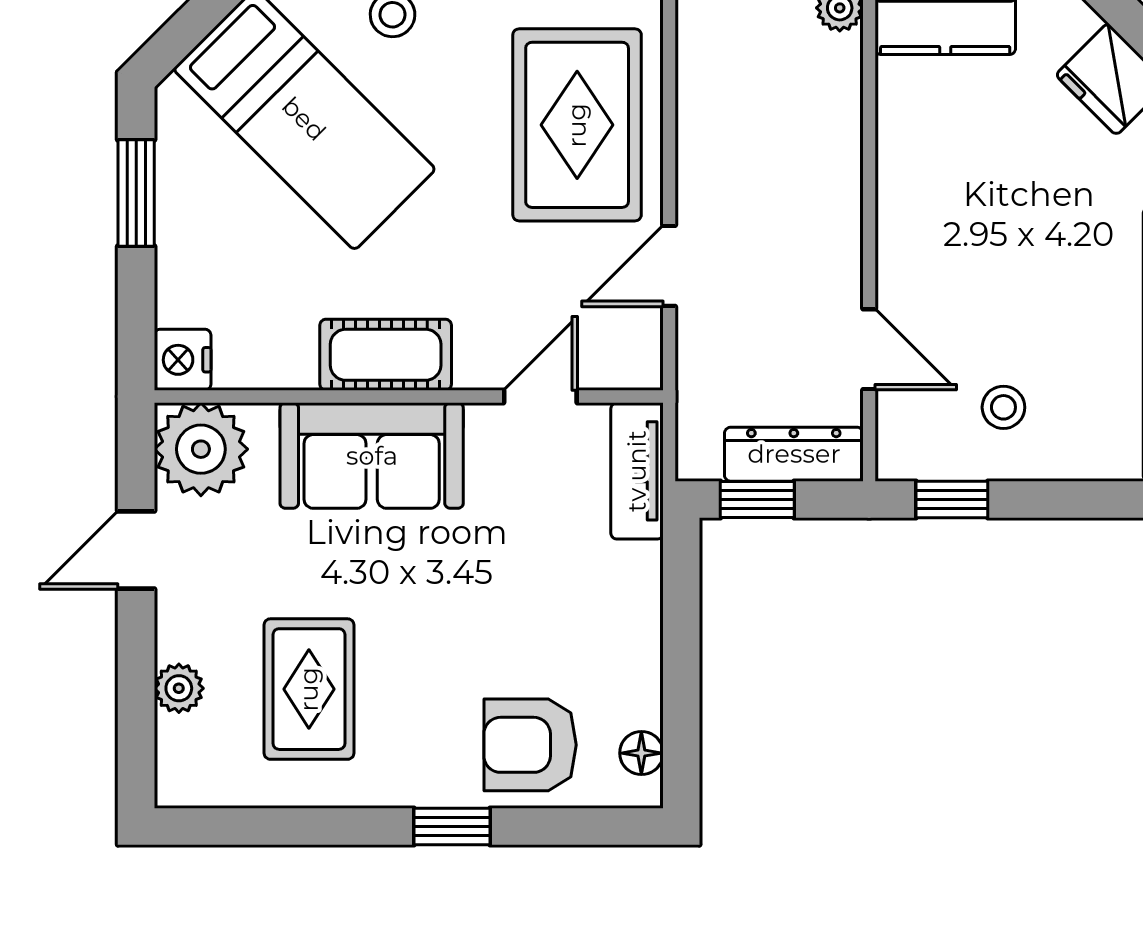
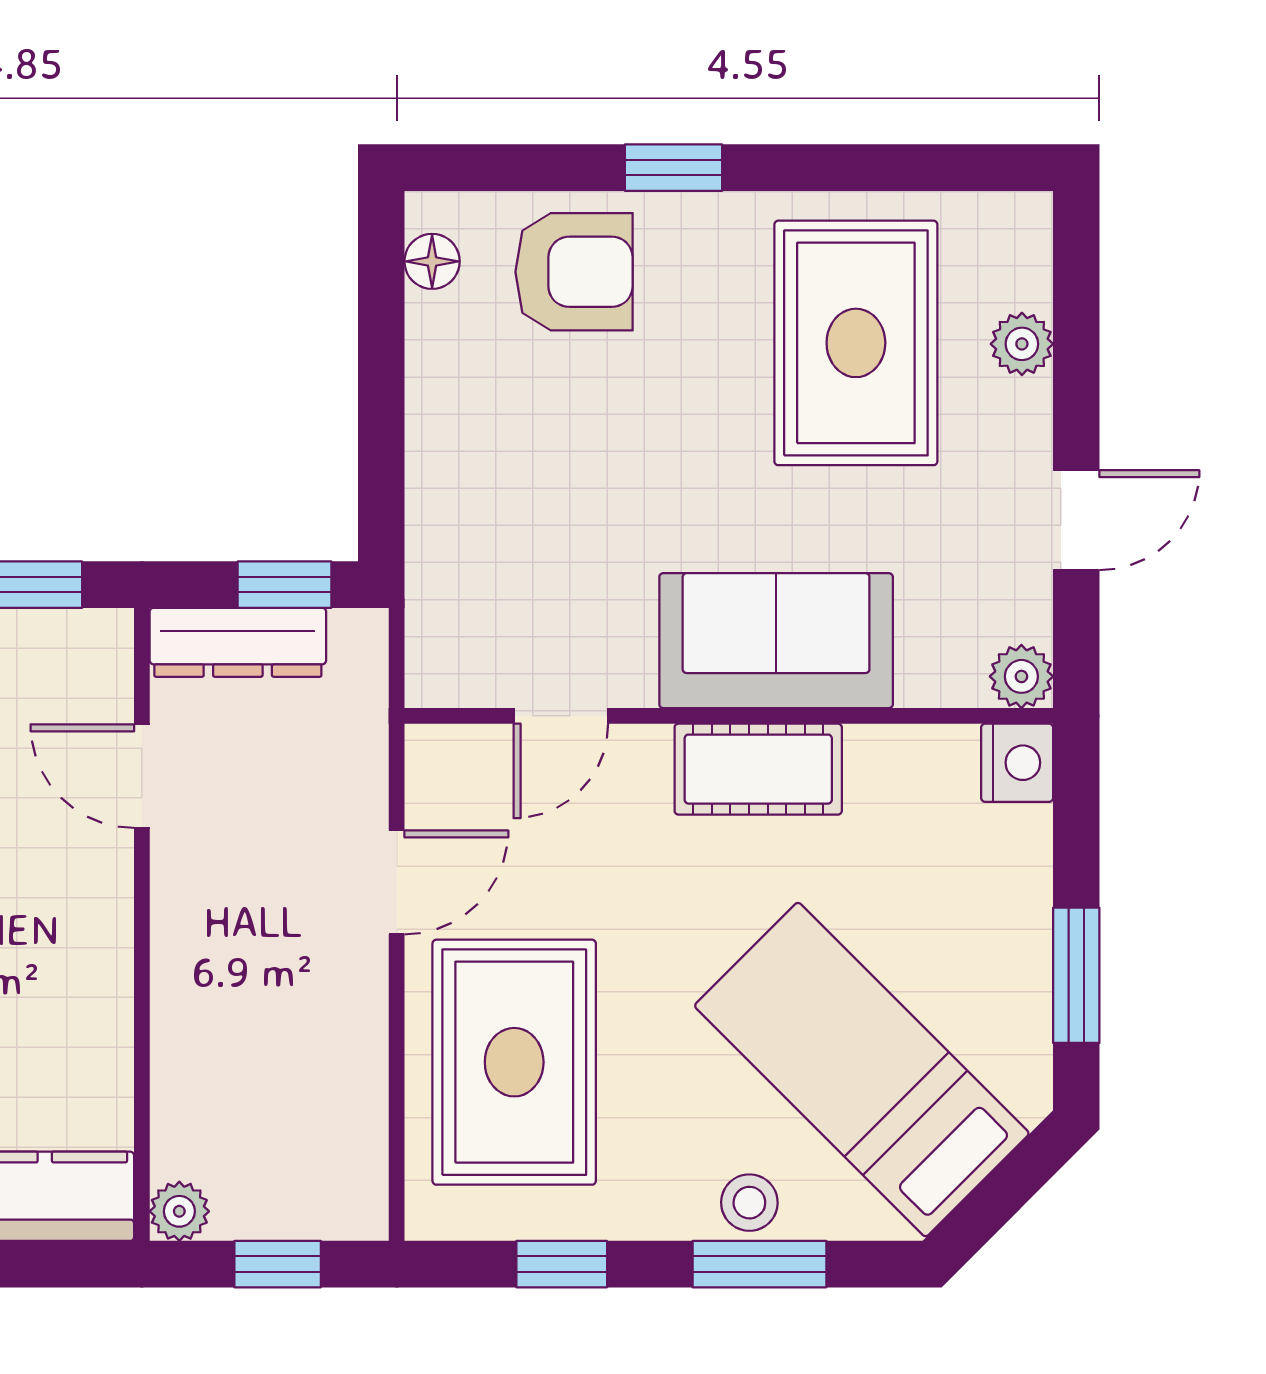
plant: (201, 449) -> (1021, 676), width x0.53, depth x0.53
tv unit: (637, 471) -> (438, 621), removed
rug: (309, 689) -> (856, 343), width x1.36, depth x1.43

